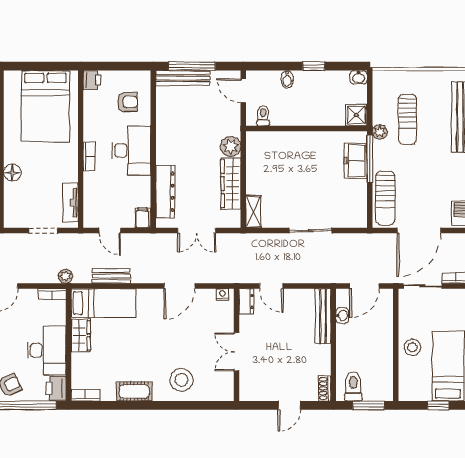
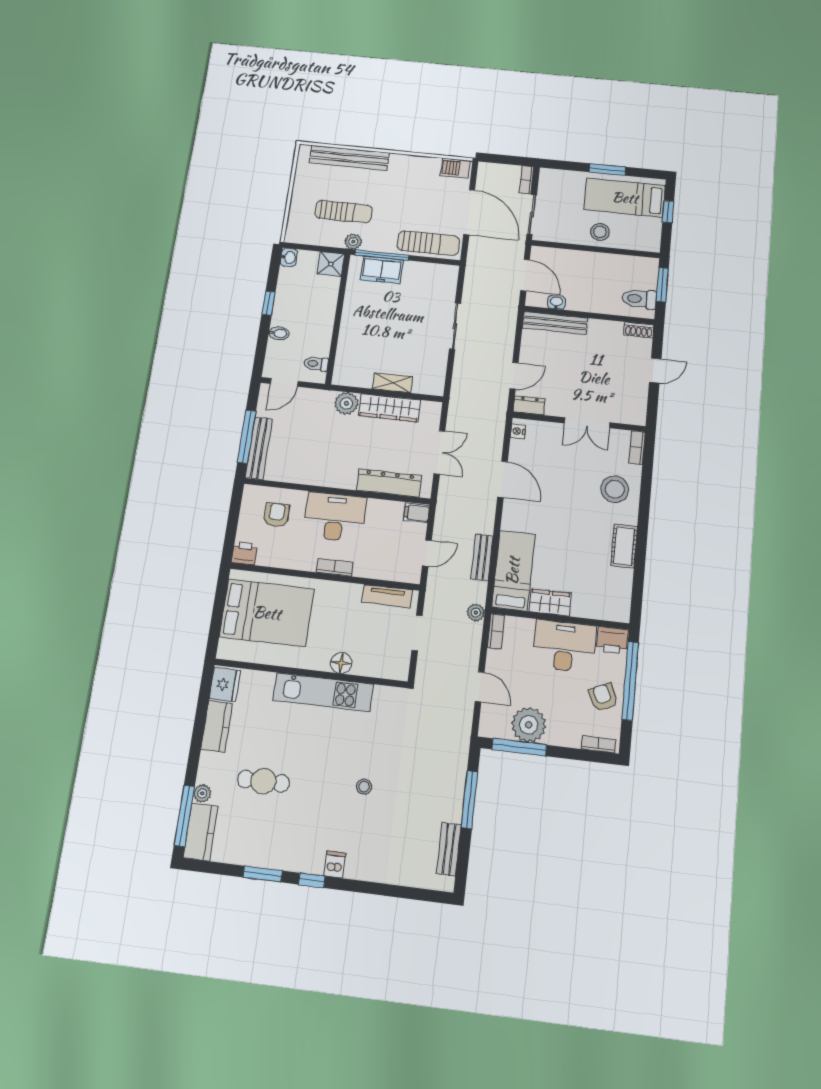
shelving: (253, 211) -> (392, 383), moved
bookcase: (85, 395) -> (637, 447), moved
door: (289, 405) -> (655, 371), hinge flipped

